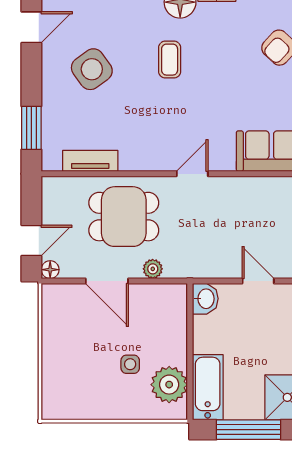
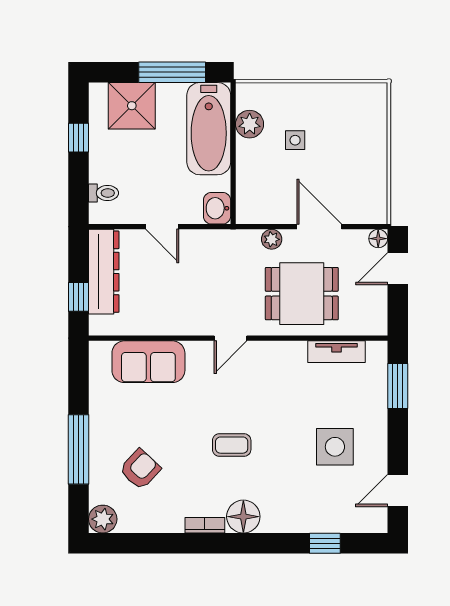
coffee table: (170, 60) -> (232, 445), moved, turned 90
side table: (92, 69) -> (335, 447), turned 36
plant: (169, 385) -> (250, 124), width x0.73, depth x0.73
bathtub: (208, 387) -> (209, 129), width x1.36, depth x1.36

